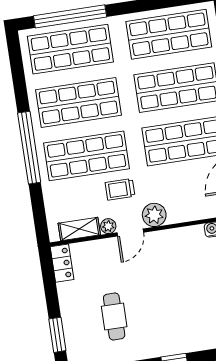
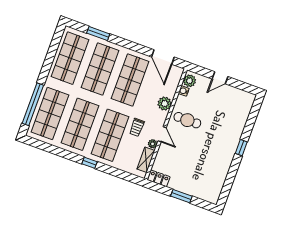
window: (29, 148) -> (89, 163), width x0.32
plant: (154, 215) -> (165, 104), moved
cafe table: (114, 316) -> (187, 120), moved
window: (57, 335) -> (181, 196), moved

